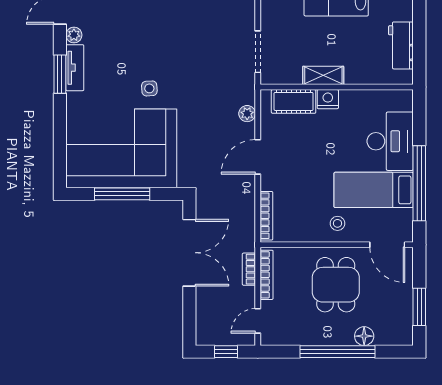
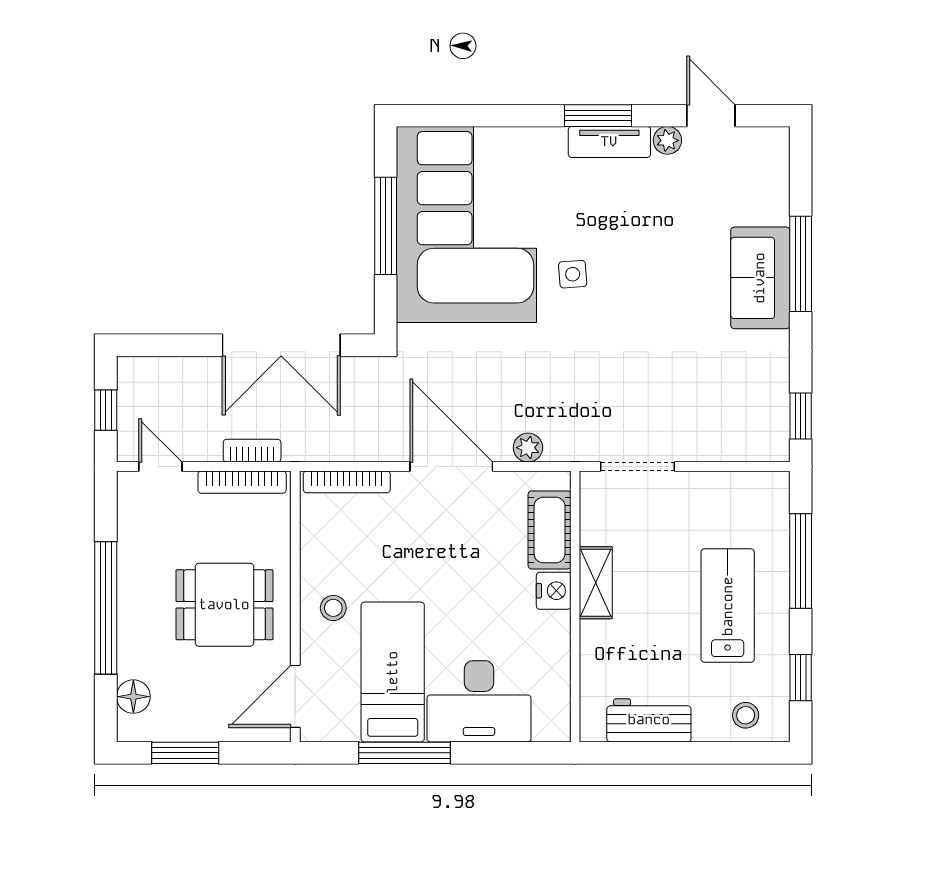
door: (258, 157) -> (451, 466), width x1.36
window: (419, 183) -> (404, 753), width x0.68
floor lamp: (364, 336) -> (133, 697), moved

